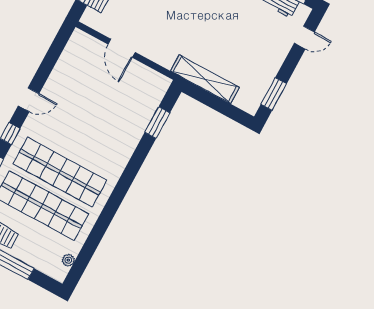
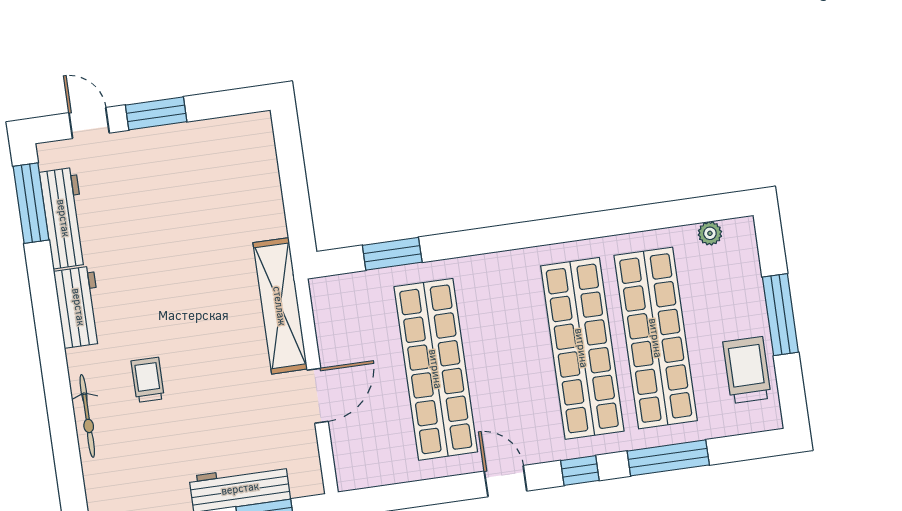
shelving: (205, 79) -> (280, 306), moved
window: (274, 94) -> (156, 113), moved
shop shelf: (96, 105) -> (436, 369), added

